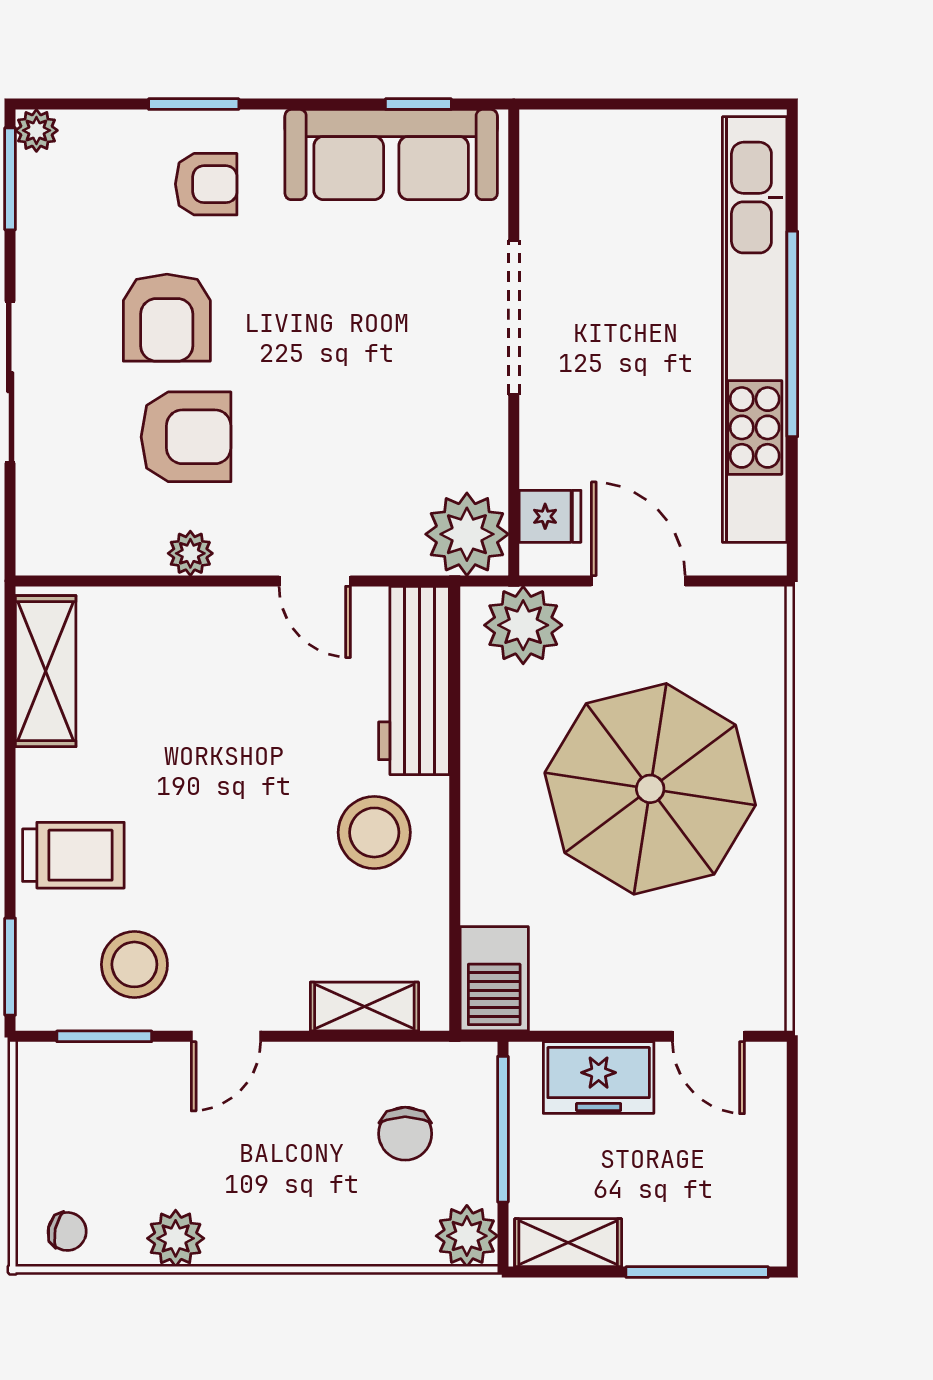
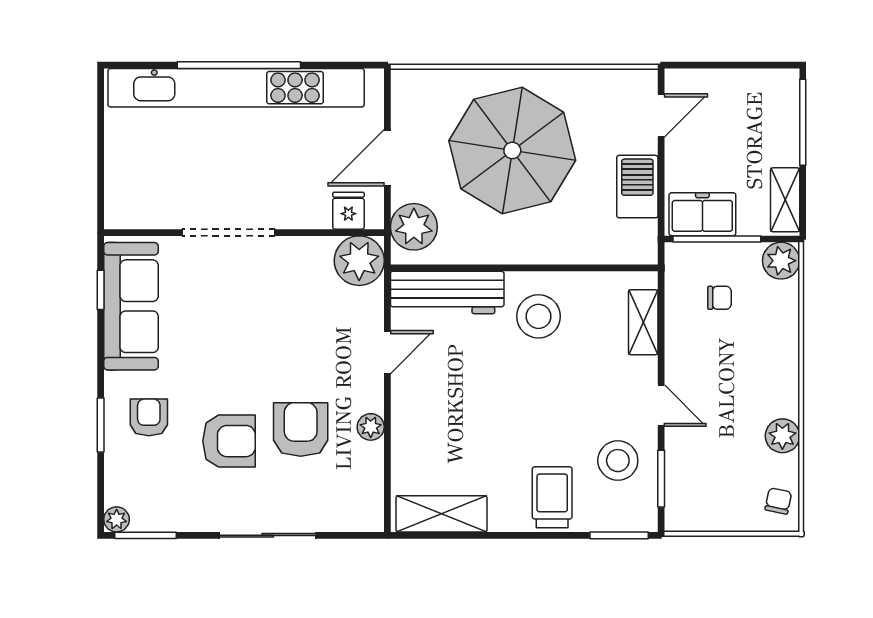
barbecue: (494, 979) -> (637, 187), moved, turned -90
freezer: (599, 1078) -> (702, 214), moved, turned -90
chair: (405, 1134) -> (720, 298), width x0.73, depth x0.73

